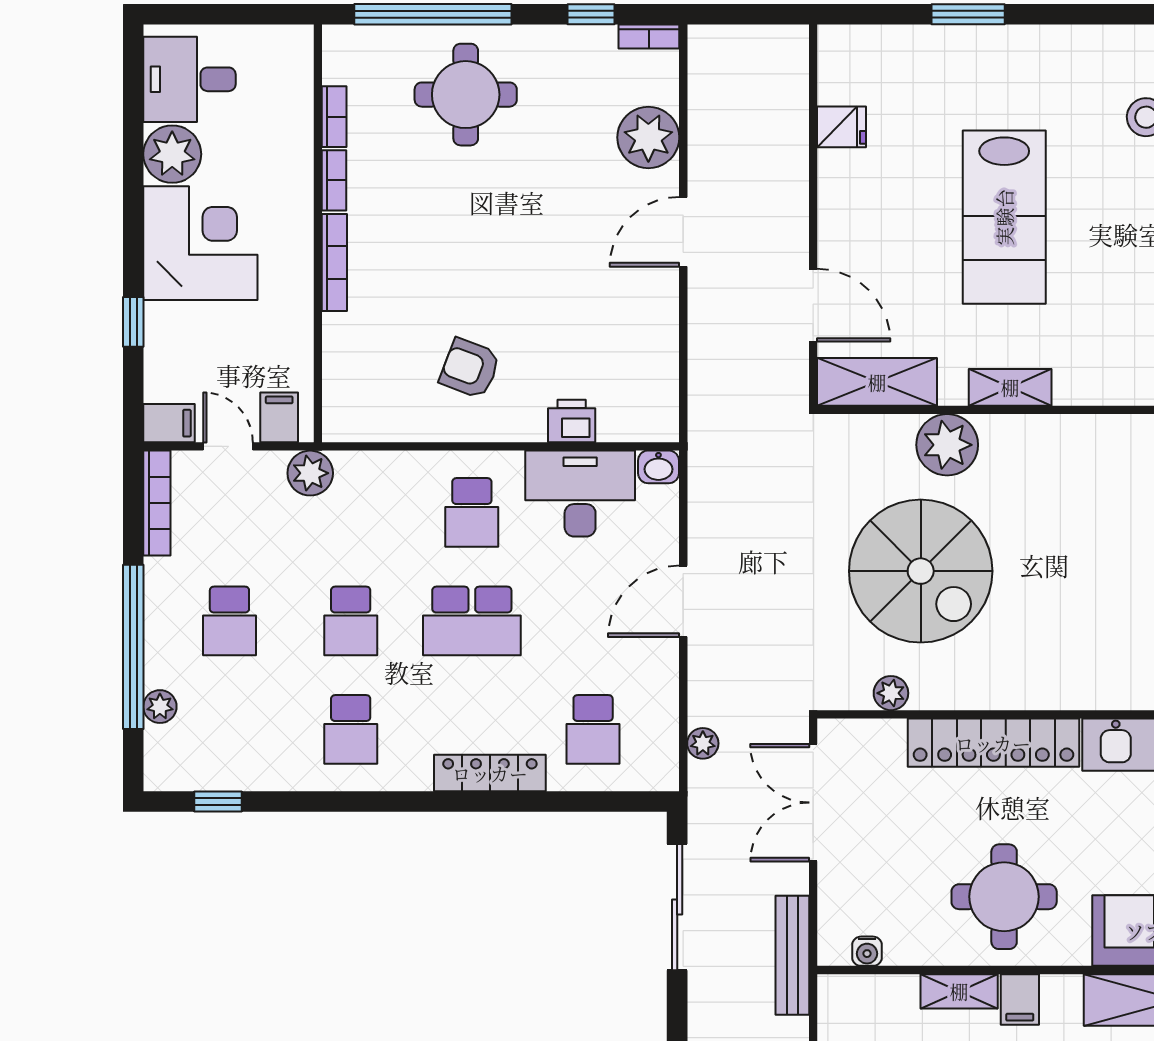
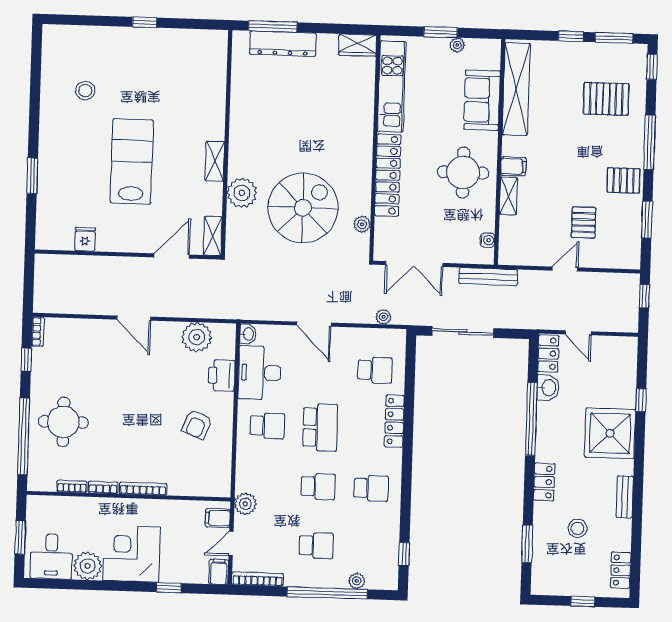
window: (226, 14) -> (20, 538), added
plant: (648, 137) -> (197, 337), moved
lab bench: (1004, 217) -> (132, 161), turned -90
shelving: (877, 382) -> (213, 236), width x0.67, depth x0.75
printer: (572, 421) -> (222, 375), width x1.36, depth x1.24

